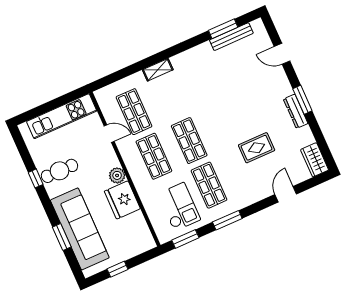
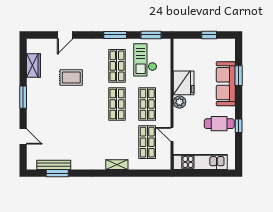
dresser: (296, 111) -> (32, 91), removed
wardrobe: (315, 160) -> (34, 66), moved
sofa: (80, 229) -> (226, 84), width x0.74, depth x0.79

